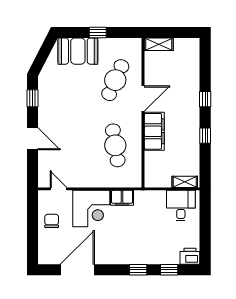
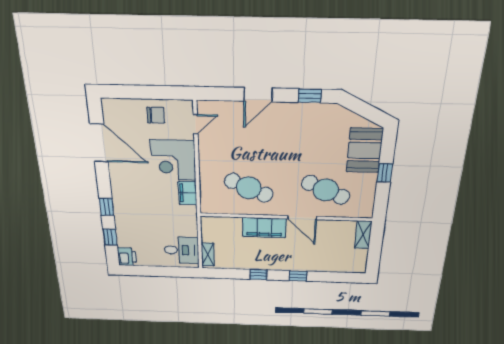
cafe table: (115, 145) -> (249, 188), turned 33

